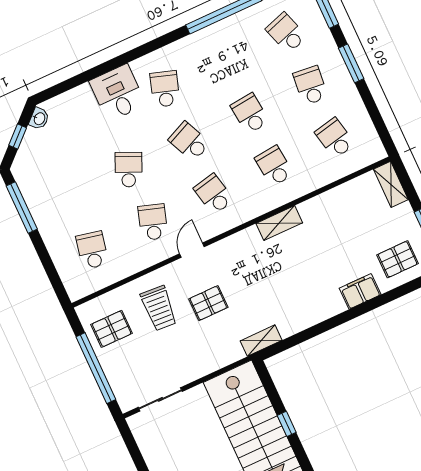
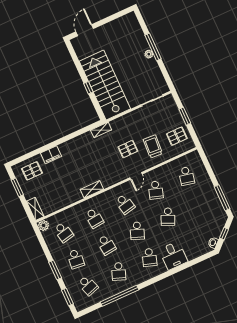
school desk: (226, 61) -> (119, 271), added
school desk: (189, 142) -> (137, 231), turned 45
plant: (374, 151) -> (43, 225), added
window: (96, 368) -> (185, 116), width x0.47

